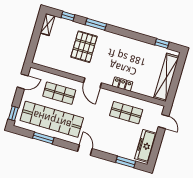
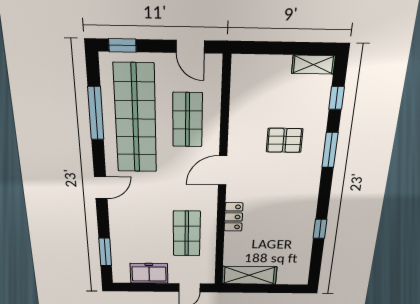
window: (162, 43) -> (320, 229), moved
pallet: (84, 47) -> (285, 140), width x0.67, depth x0.71
shelving: (166, 77) -> (249, 275), width x0.68
window: (43, 138) -> (96, 113), width x1.44
freezer: (146, 146) -> (149, 273), width x0.71

